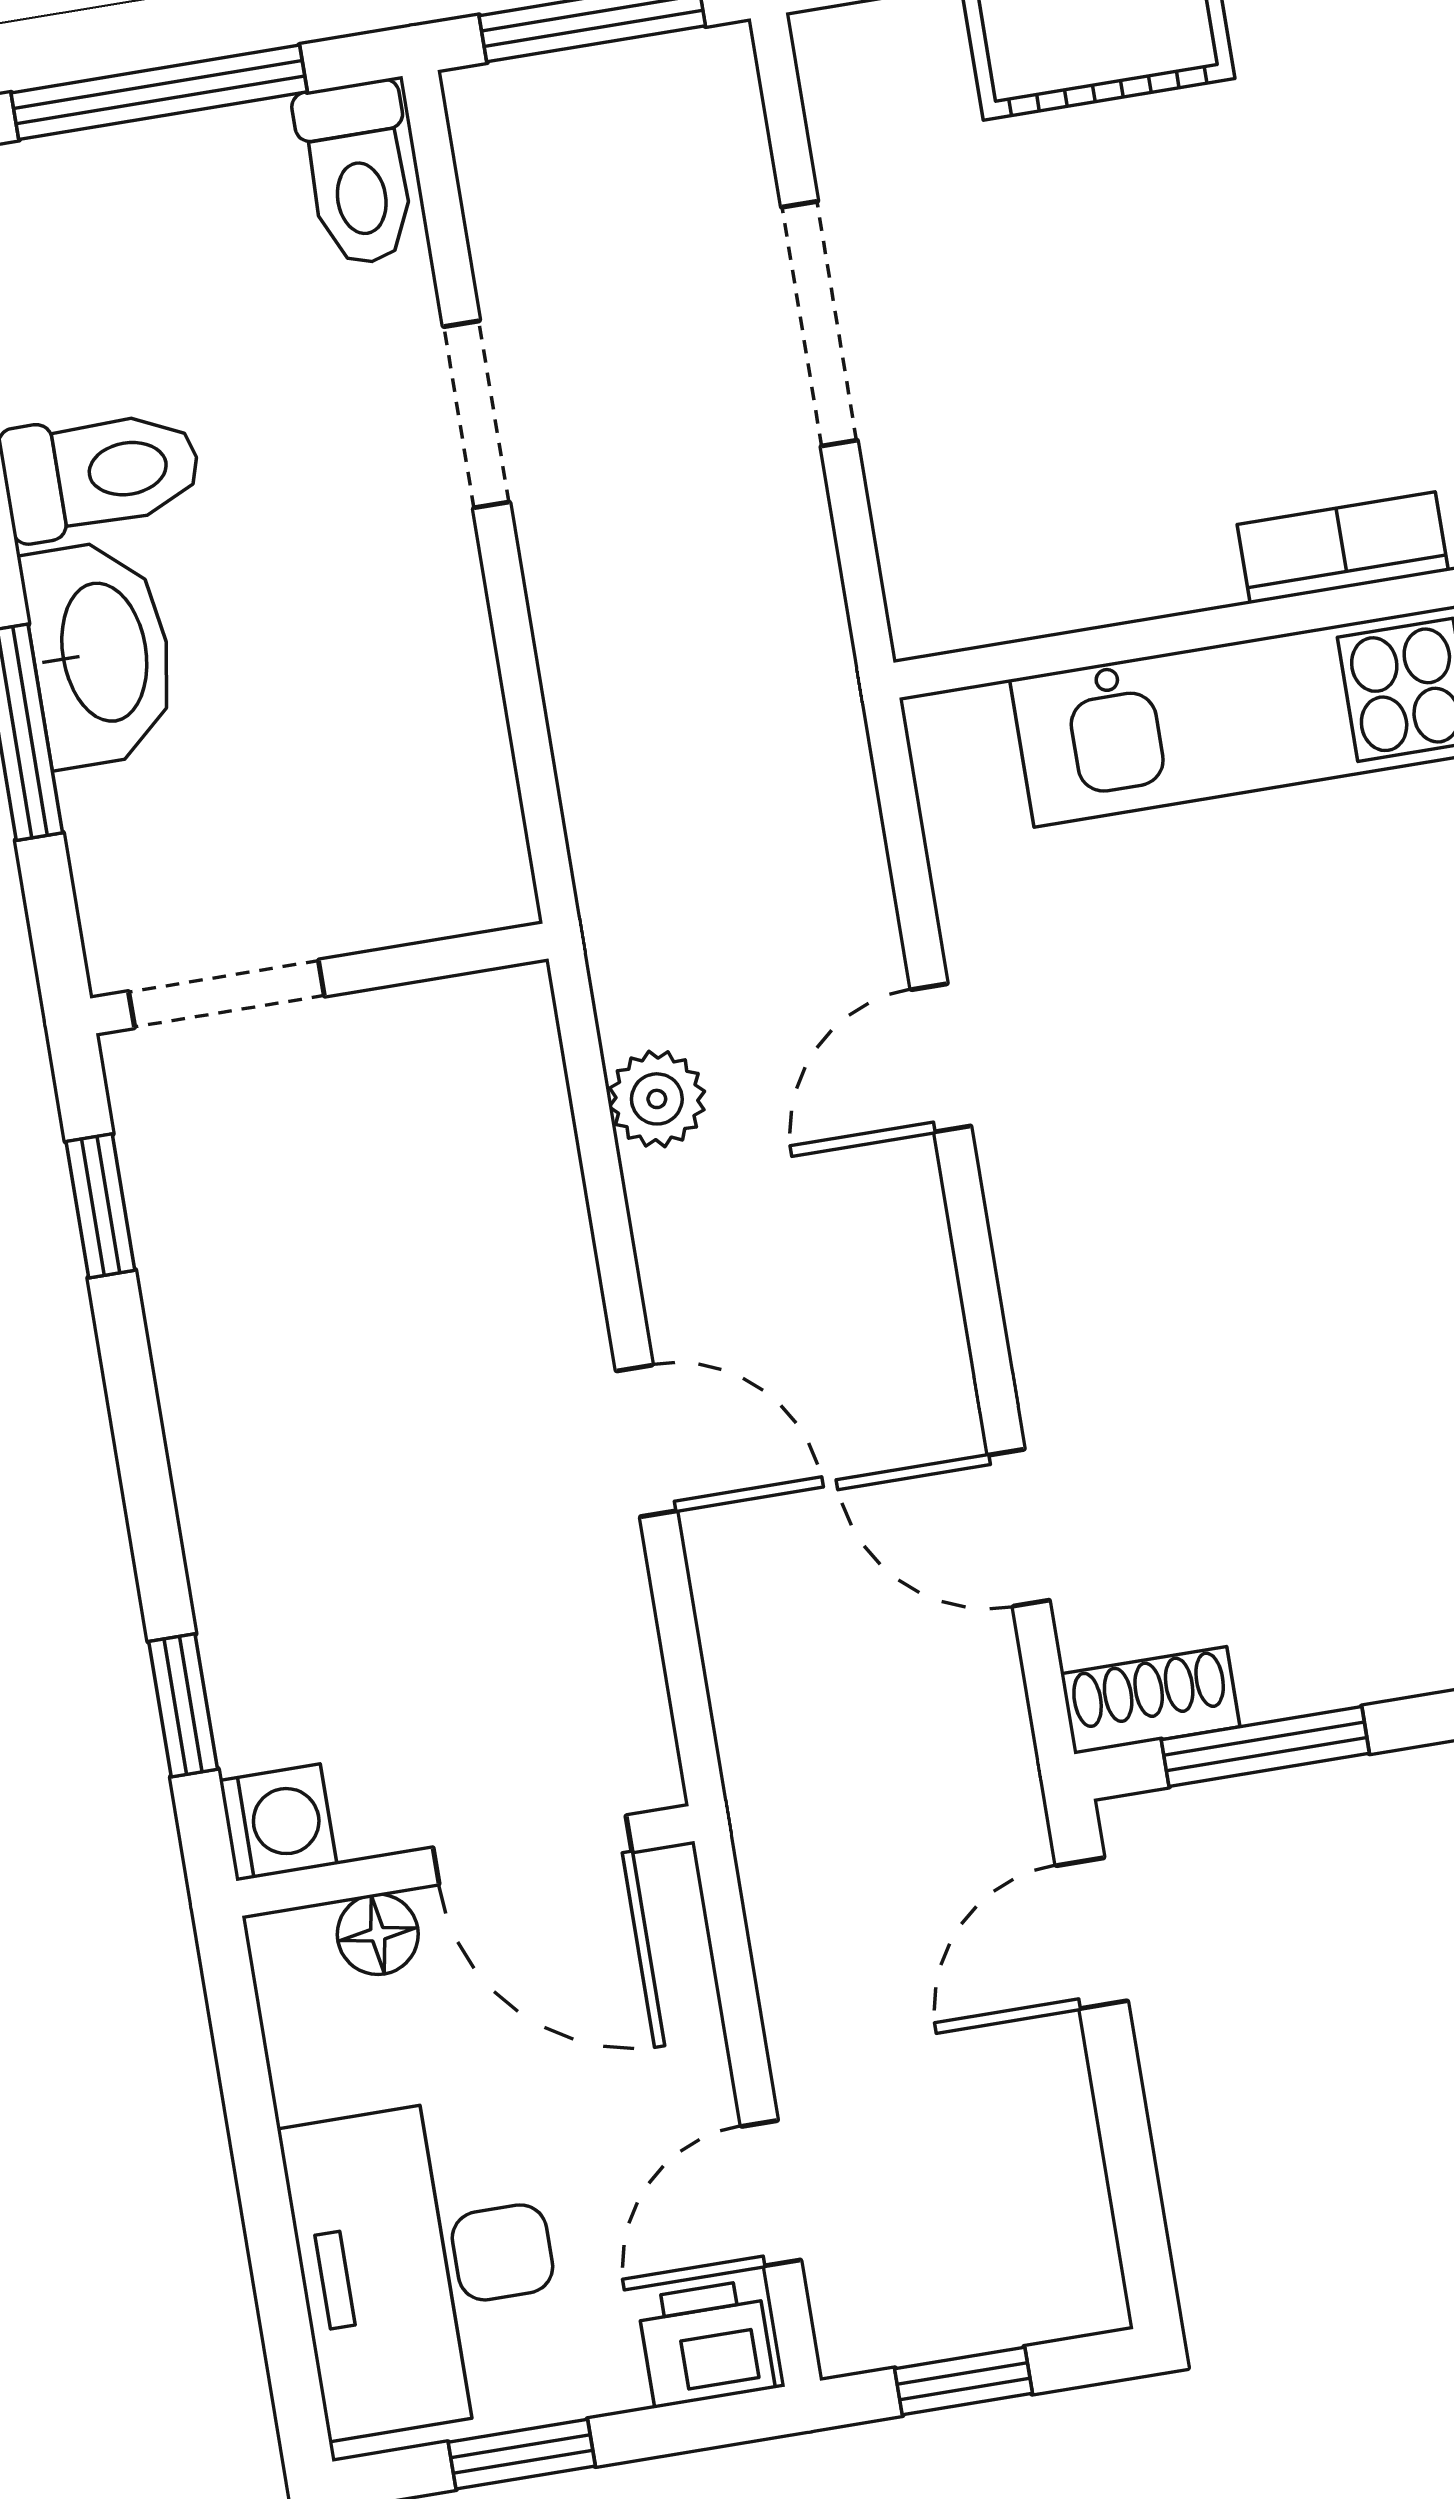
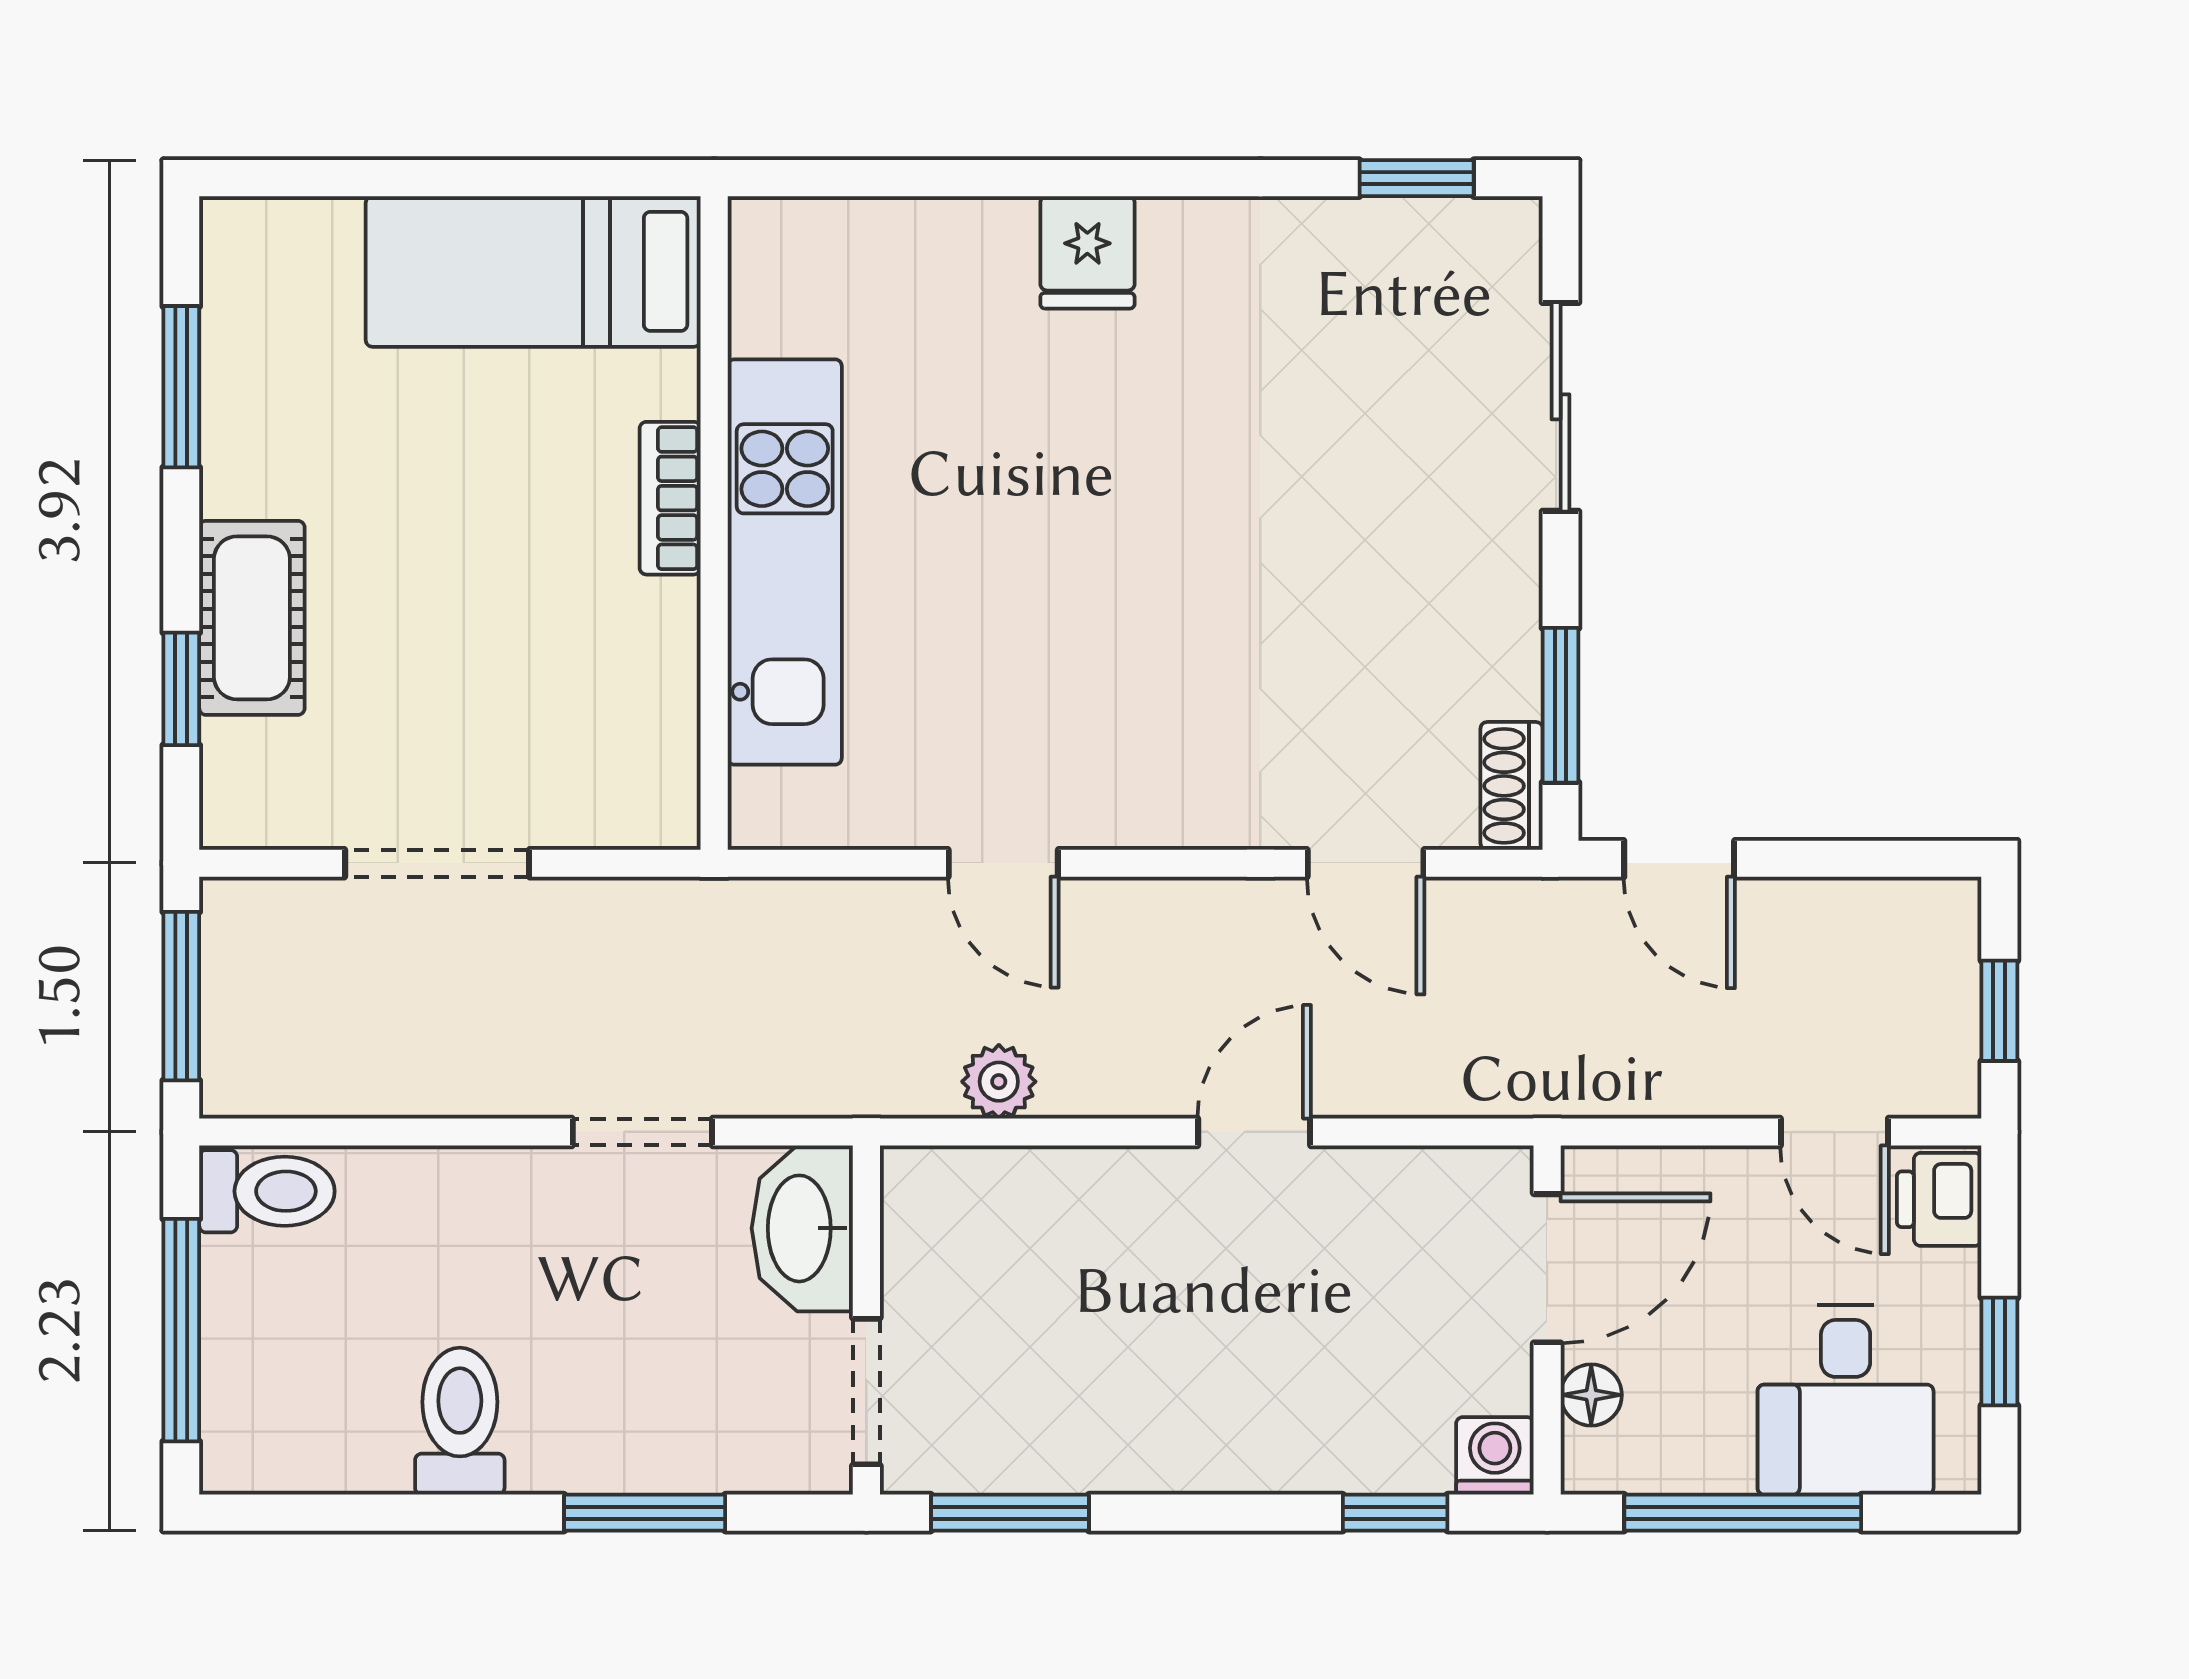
doorway: (476, 414) -> (642, 1132), moved
washbasin: (100, 653) -> (802, 1228), moved, turned -90
window: (100, 1206) -> (1010, 1513), width x1.50
door: (1019, 1528) -> (1366, 863), hinge flipped
window: (258, 2156) -> (1743, 1513), added
desk: (426, 2265) -> (1846, 1400), width x0.73

